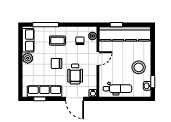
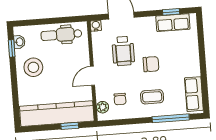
plant: (28, 58) -> (193, 68), removed
wheelchair: (75, 74) -> (123, 51), turned 180
row of seats: (44, 91) -> (173, 23), width x0.68

